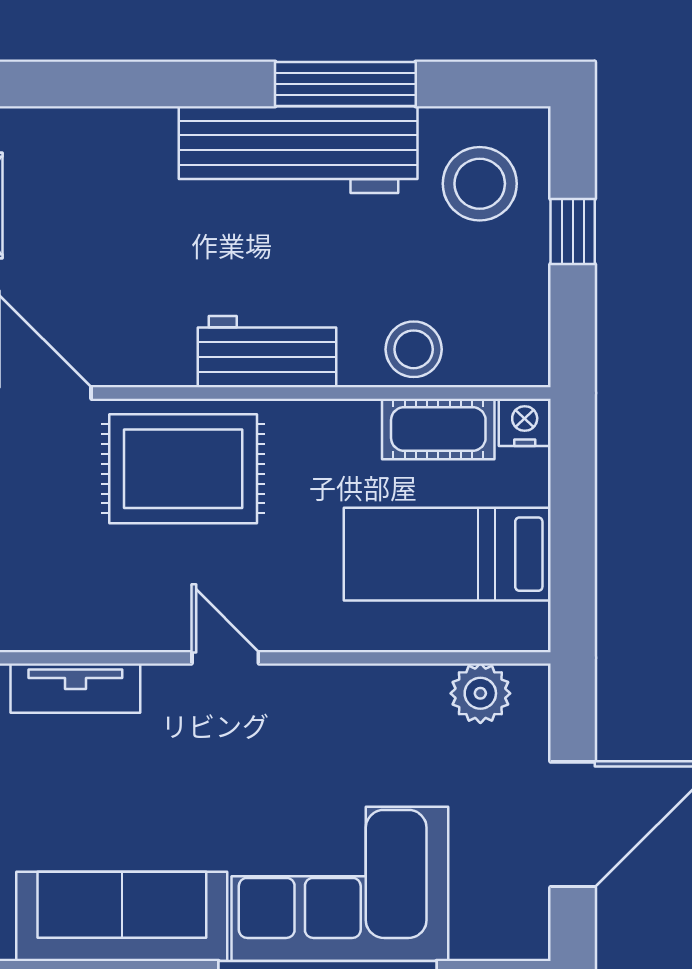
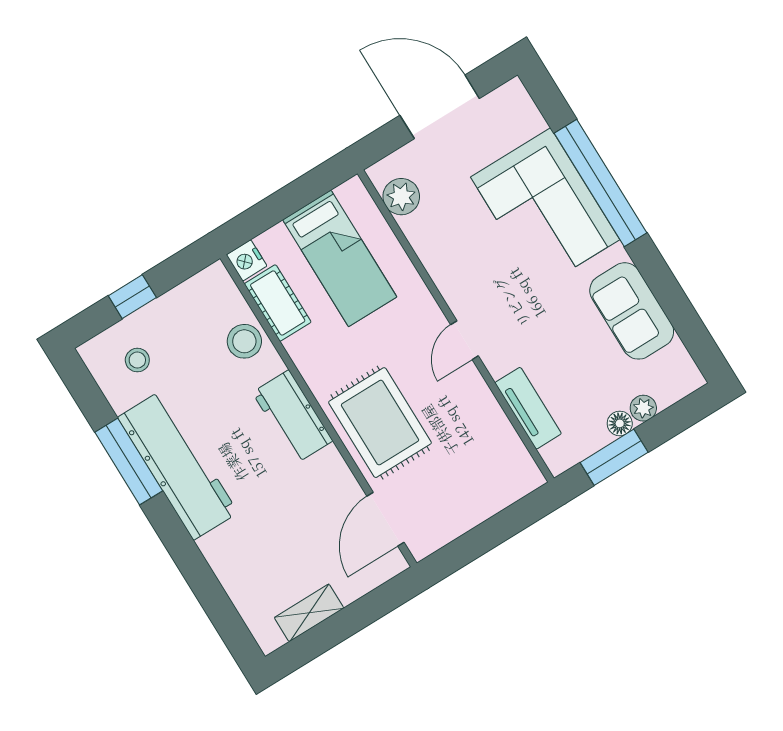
stool: (480, 184) -> (137, 360), width x0.53, depth x0.53
sofa: (122, 916) -> (632, 311), width x0.73

